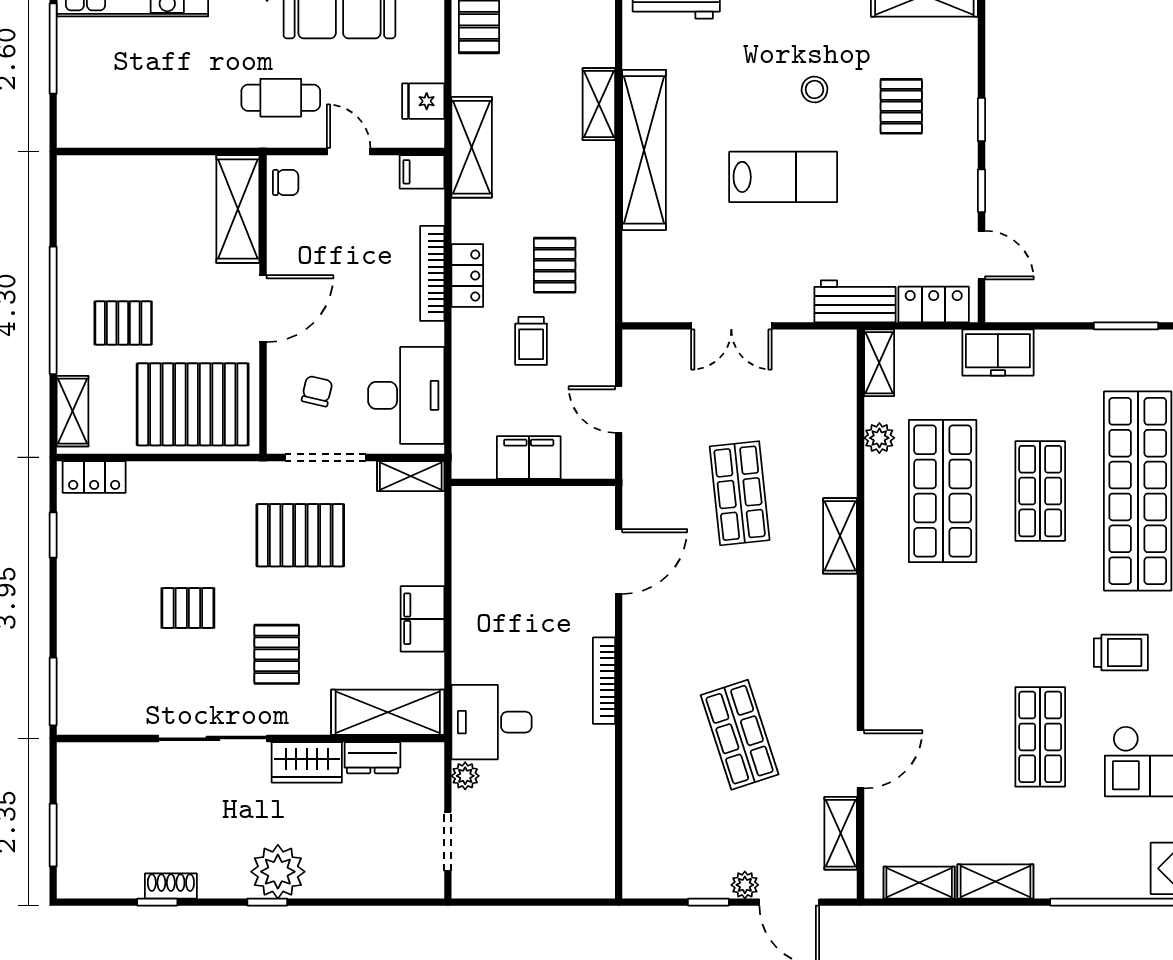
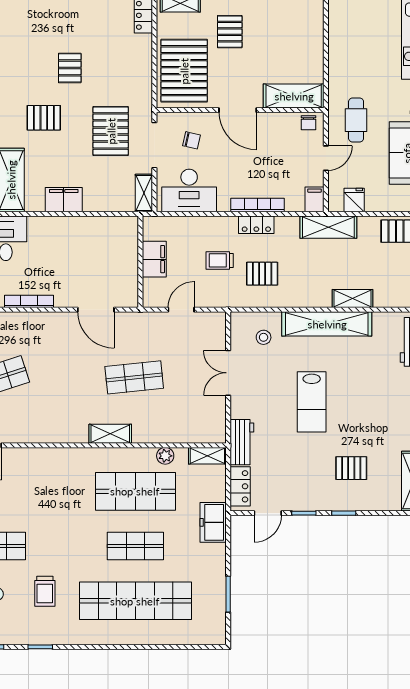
stool: (815, 89) -> (264, 337), moved

